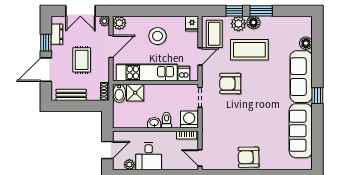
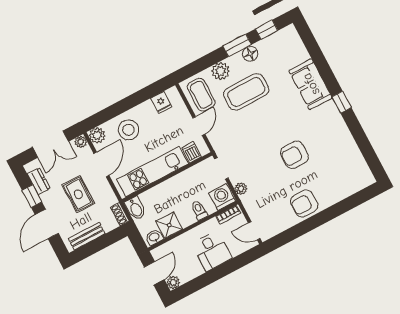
window: (234, 11) -> (267, 30), moved
floor lamp: (253, 22) -> (250, 54), moved
fridge: (192, 24) -> (161, 102), moved
stool: (158, 36) -> (128, 130), moved
floor lamp: (306, 43) -> (301, 54), removed
sofa: (301, 77) -> (311, 84), width x0.73
armchair: (230, 83) -> (294, 155), moved
shower: (135, 93) -> (169, 225), moved
plant: (207, 121) -> (241, 189), added
washbasin: (154, 123) -> (154, 237), moved
sofa: (301, 131) -> (344, 148), removed
desk: (149, 156) -> (212, 251), moved
plant: (129, 165) -> (173, 282), moved

